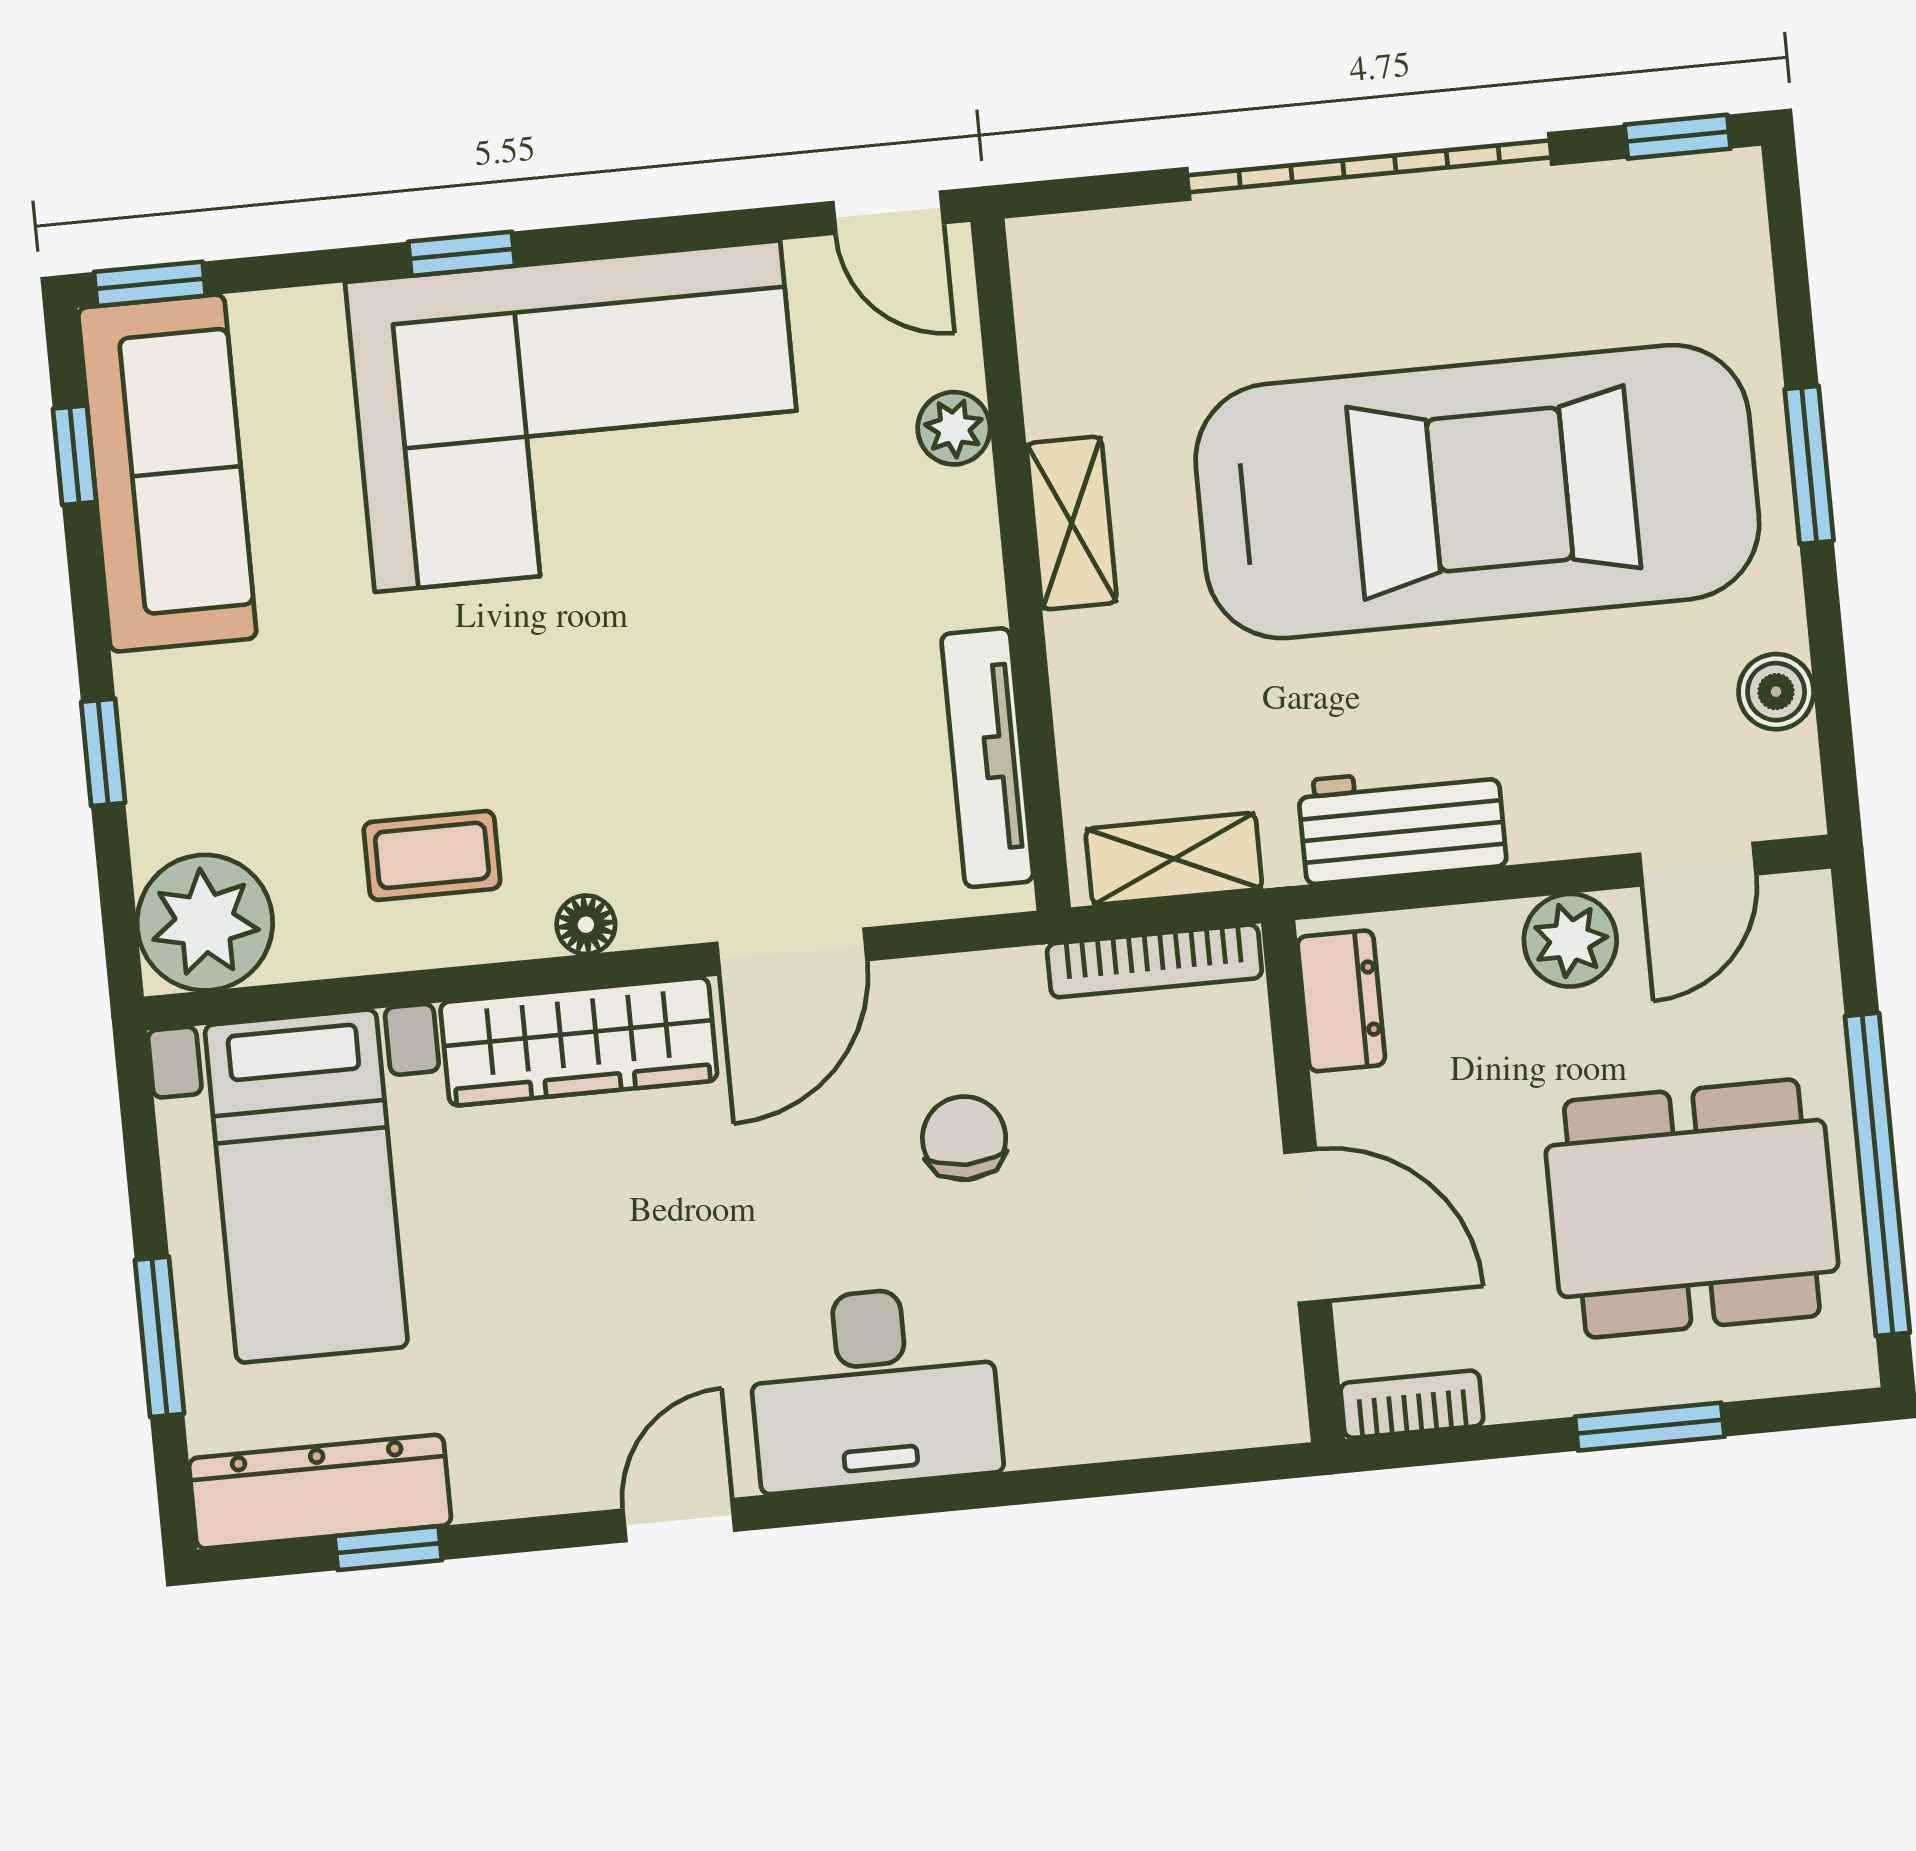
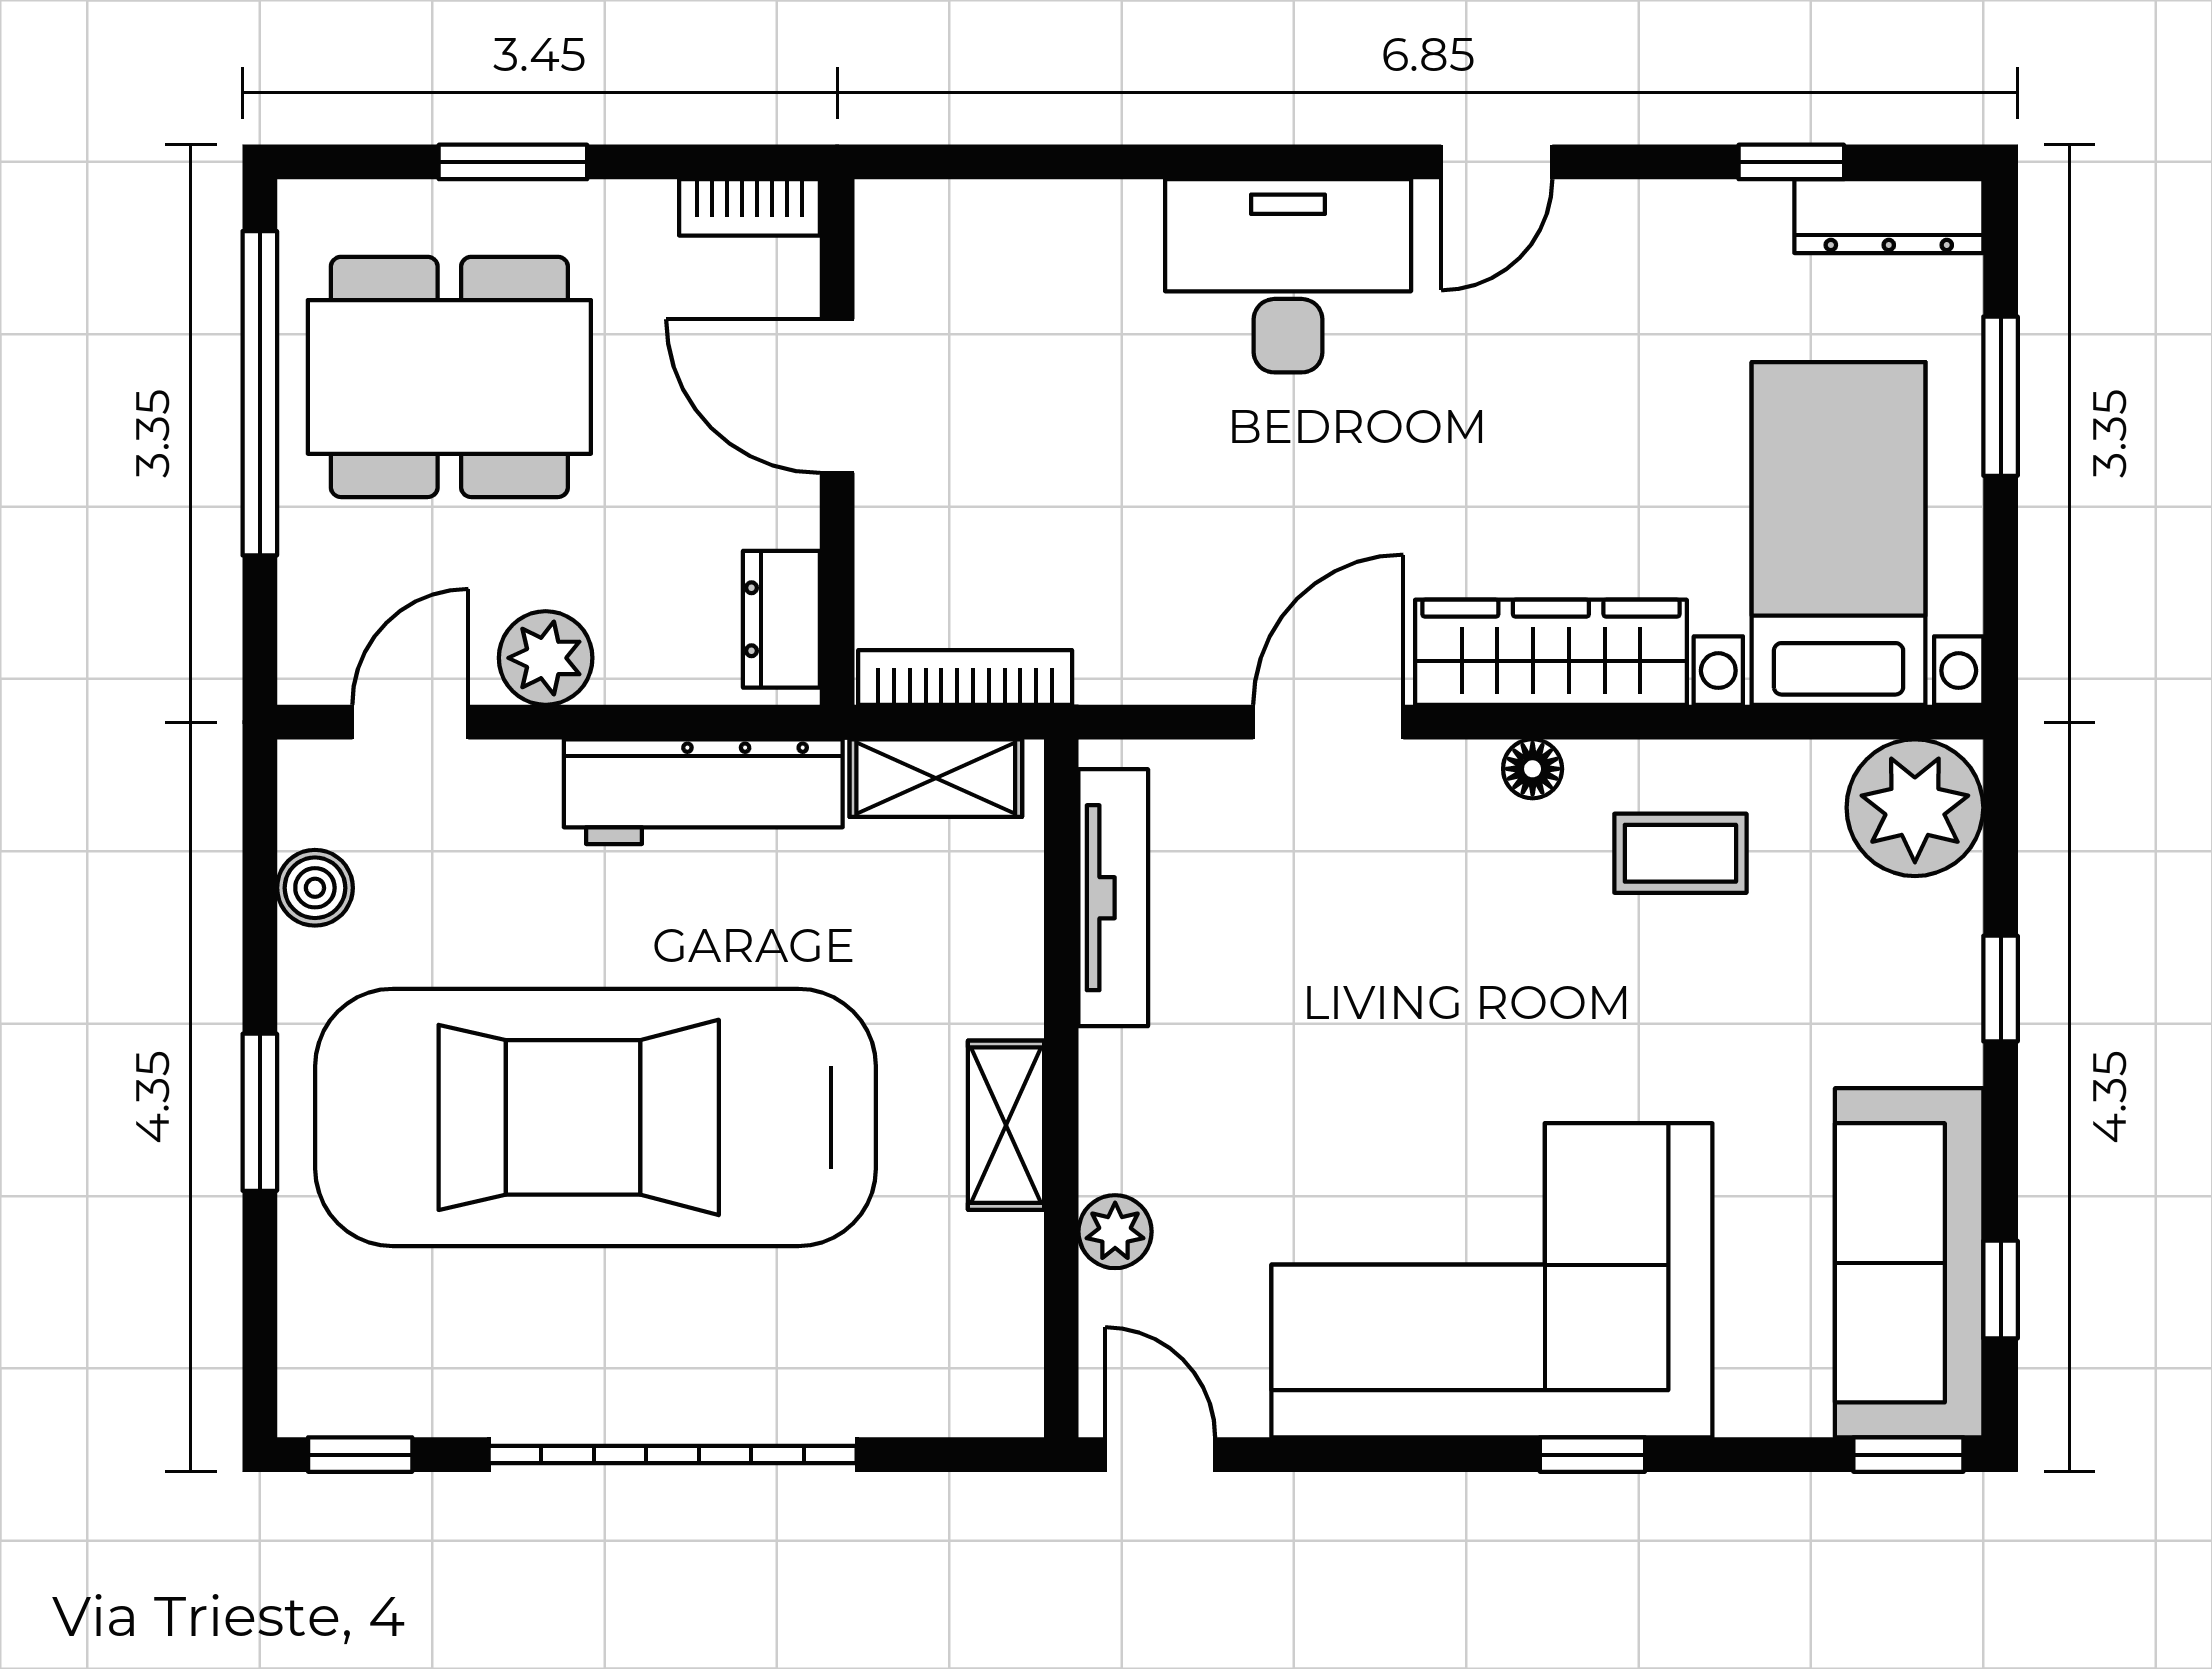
workbench: (1402, 823) -> (703, 792), width x1.38
chair: (964, 1138) -> (1173, 518), removed
dresser: (320, 1492) -> (1889, 216), width x0.73, depth x0.80

